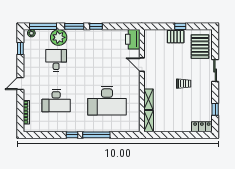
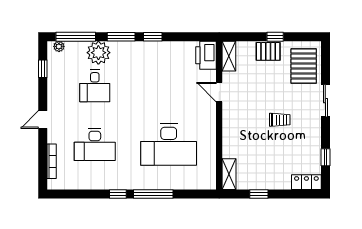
desk: (56, 60) -> (95, 86), turned 180
shelving: (148, 99) -> (229, 56), moved
window: (169, 135) -> (259, 194), added

